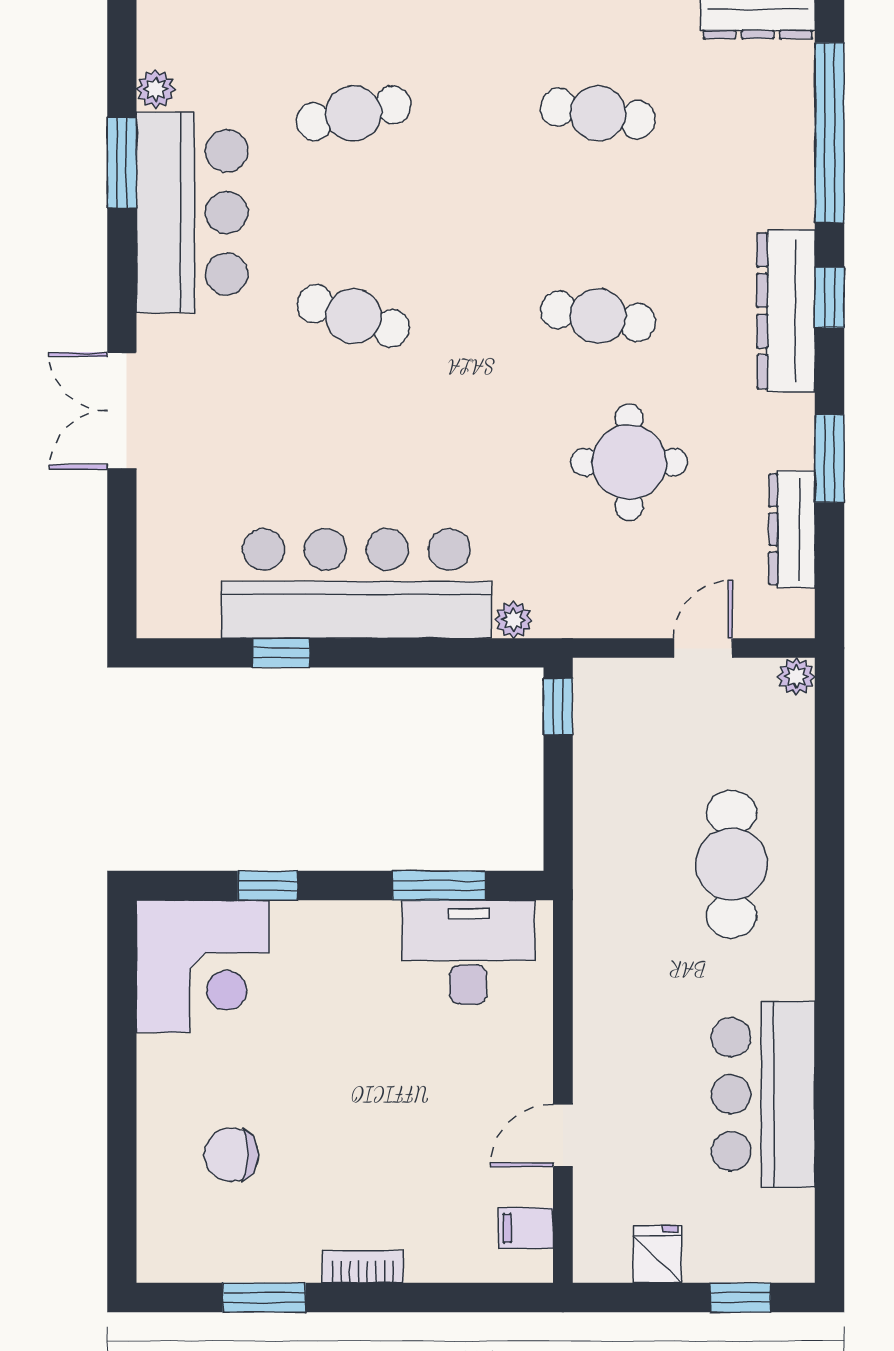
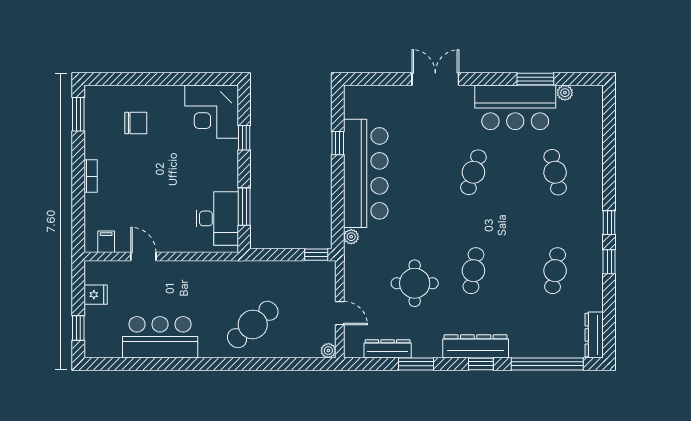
cafe table: (731, 864) -> (253, 324), turned -41
chair: (231, 1155) -> (136, 123), turned 90
window: (264, 1297) -> (78, 114), moved

